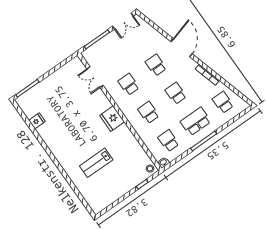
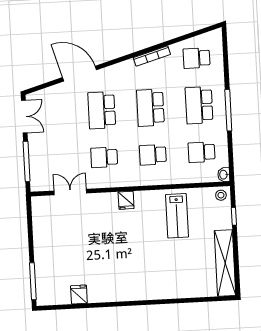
door: (182, 48) -> (79, 74), moved
school desk: (156, 65) -> (102, 110), width x1.85
double door: (95, 77) -> (70, 192), swing flipped
school desk: (176, 93) -> (150, 108), width x1.85
fridge: (112, 119) -> (126, 200), width x0.53, depth x0.75
lab bench: (96, 163) -> (177, 216), moved
shelving: (111, 197) -> (225, 263), added

